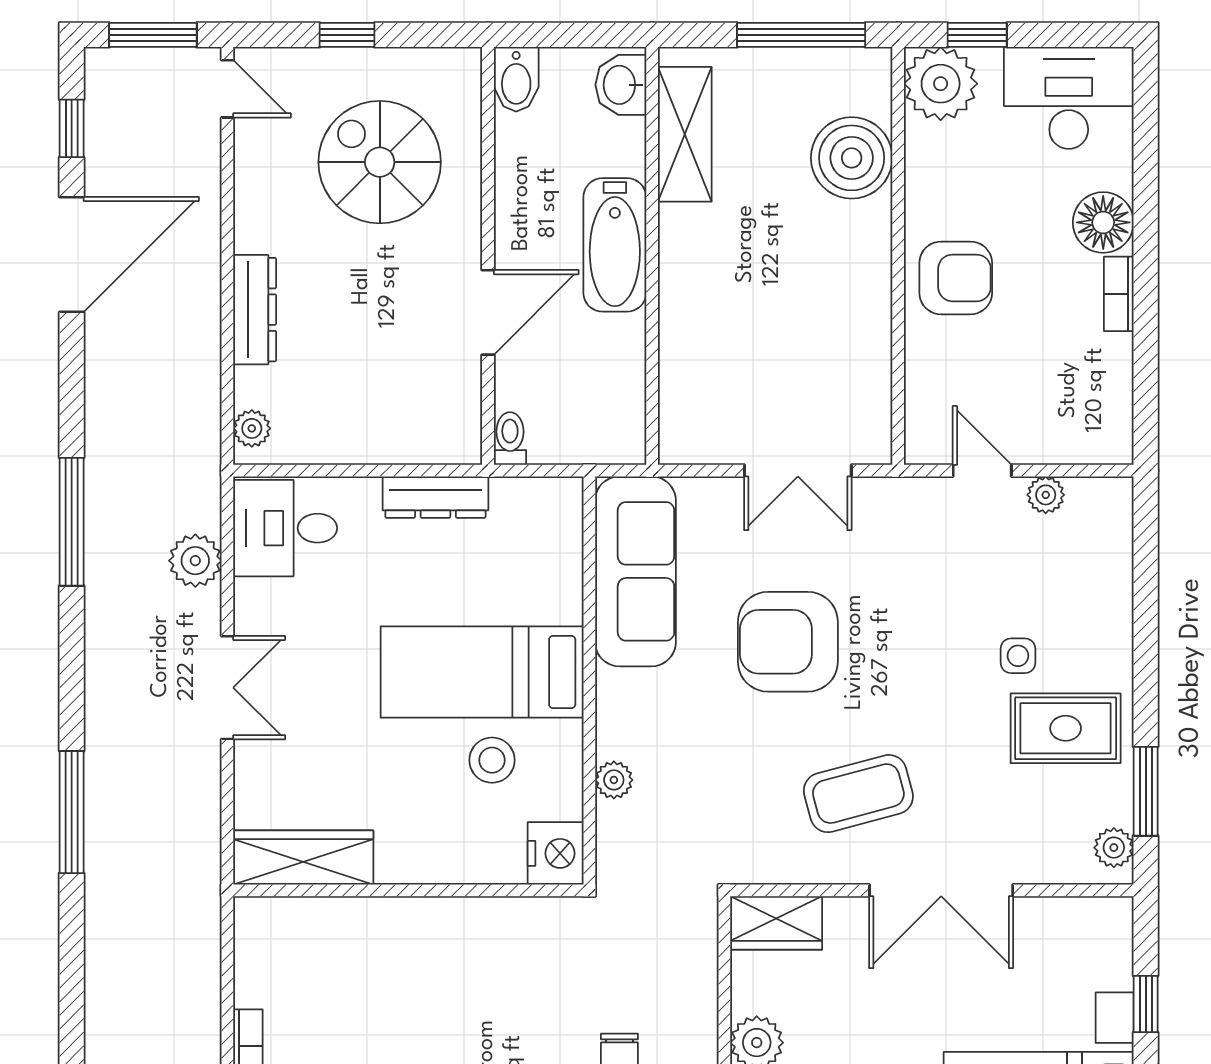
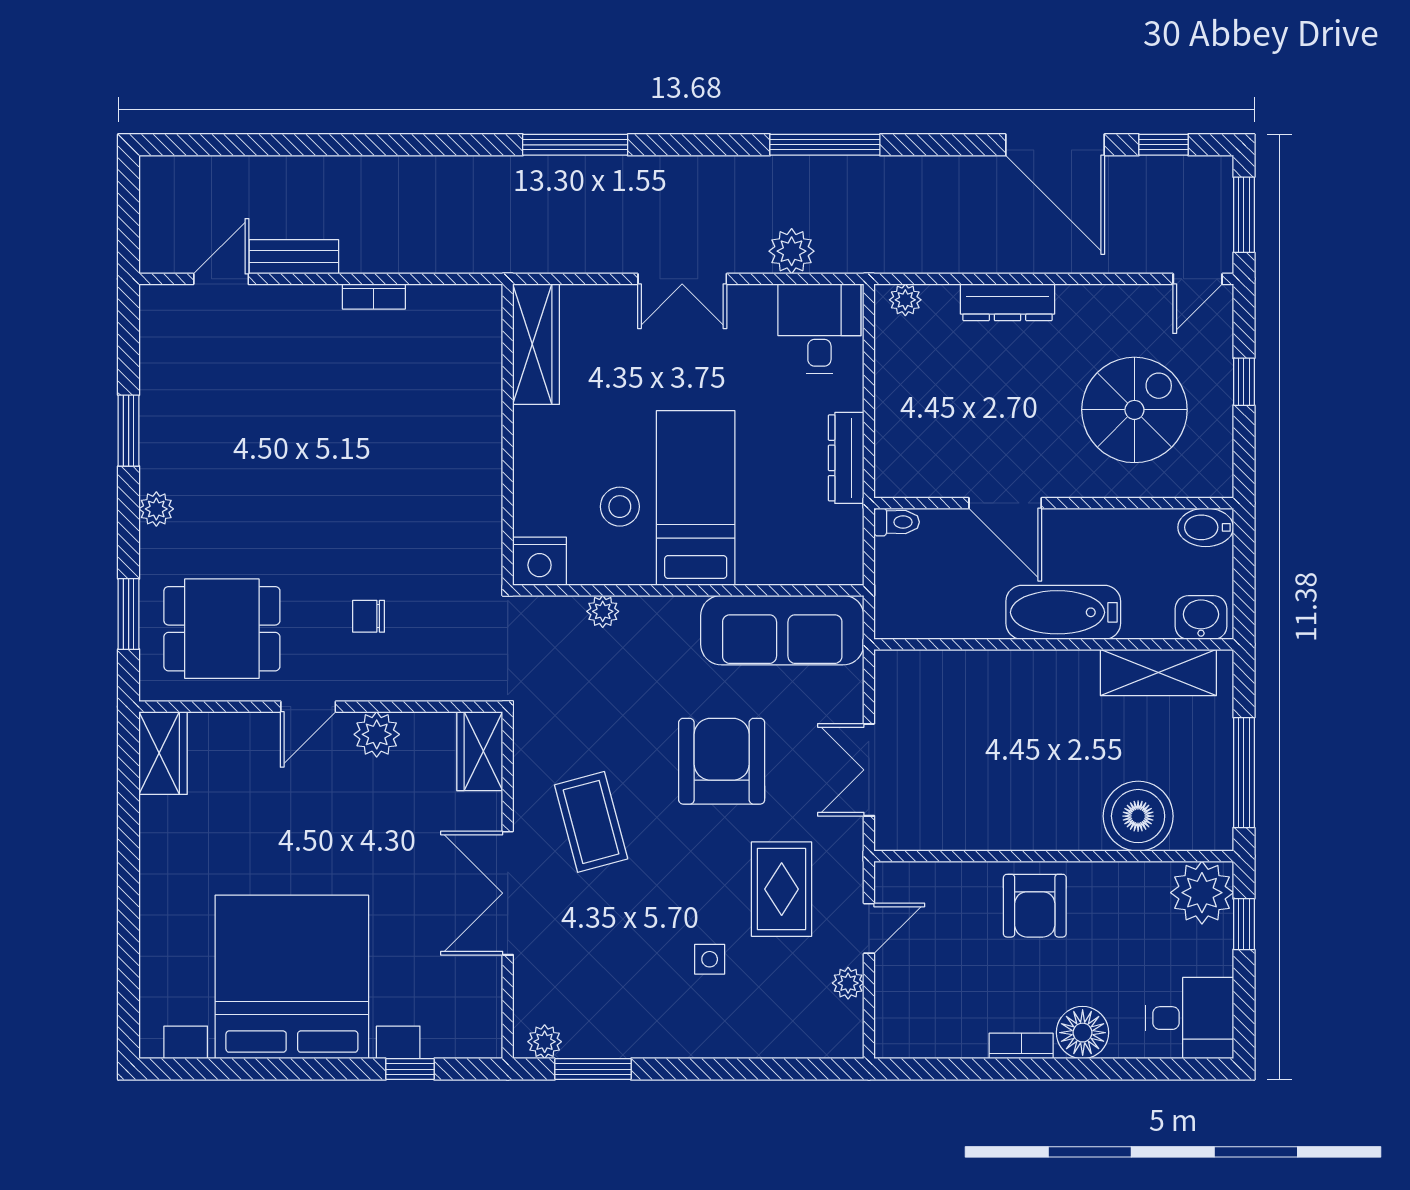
desk: (1069, 98) -> (1190, 1018), width x0.73
rug: (1066, 728) -> (782, 889), moved

